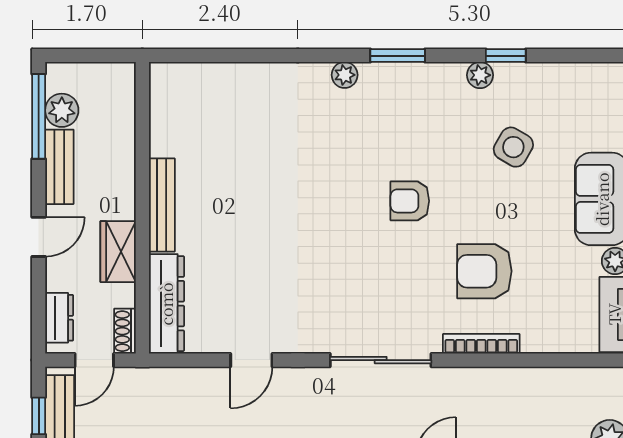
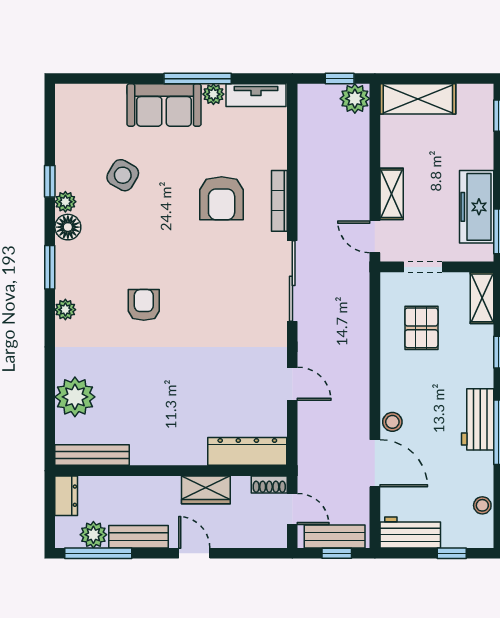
floor lamp: (448, 78) -> (68, 227), added
plant: (235, 87) -> (75, 397), added
armchair: (410, 201) -> (144, 305), moved, turned 180
bench: (162, 205) -> (92, 455), moved
dresser: (59, 318) -> (66, 496), moved, turned 90

